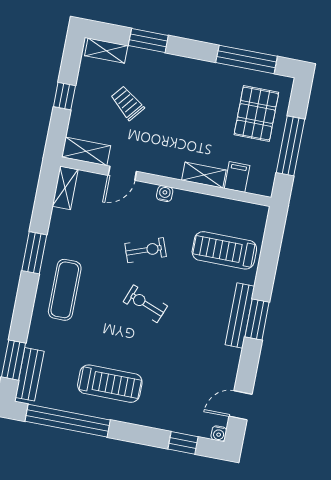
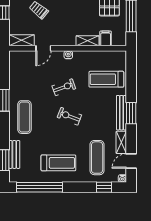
shelving: (65, 188) -> (121, 142), moved
bench: (30, 374) -> (14, 154), moved
exercise mat: (181, 387) -> (97, 158), added

